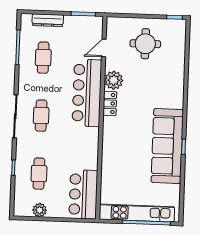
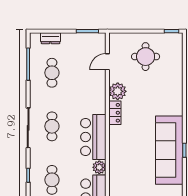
dresser: (48, 20) -> (50, 38), width x0.70
bar counter: (87, 93) -> (93, 137), moved, width x0.73
plant: (91, 162) -> (99, 167), added

